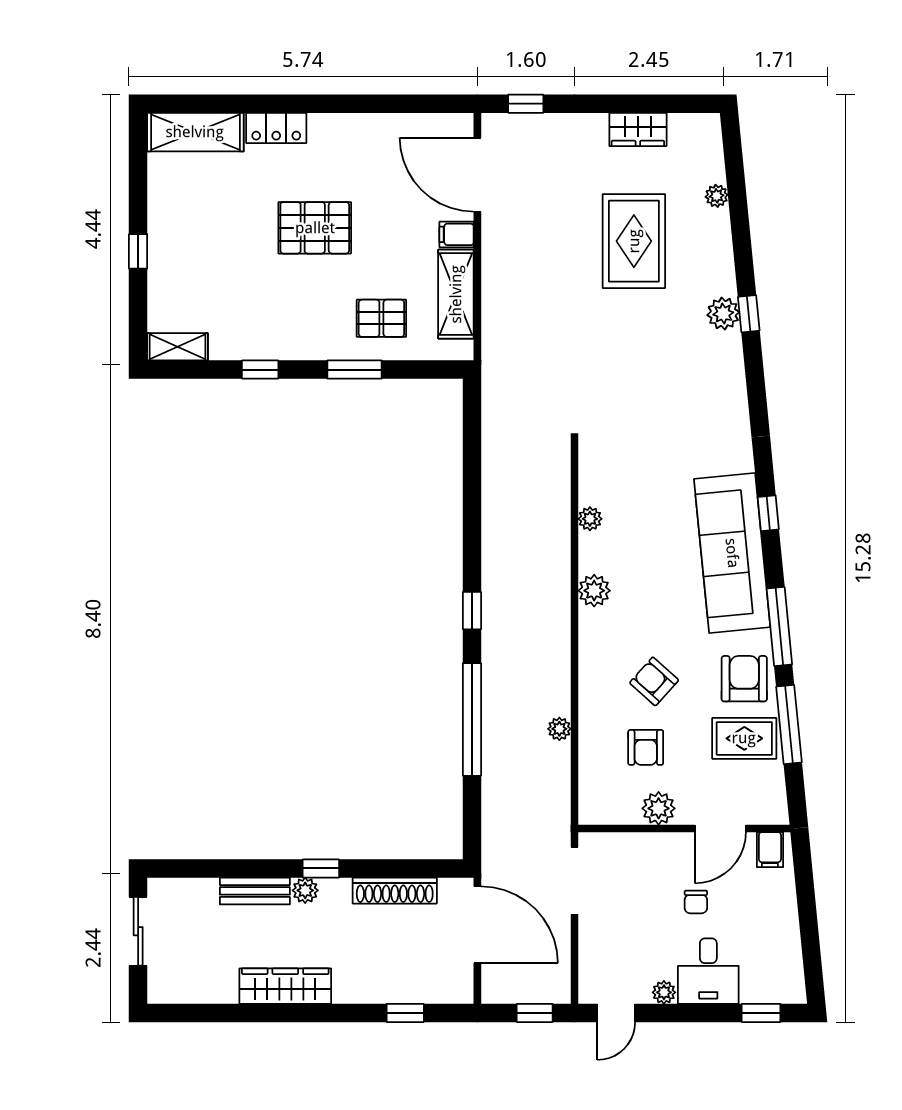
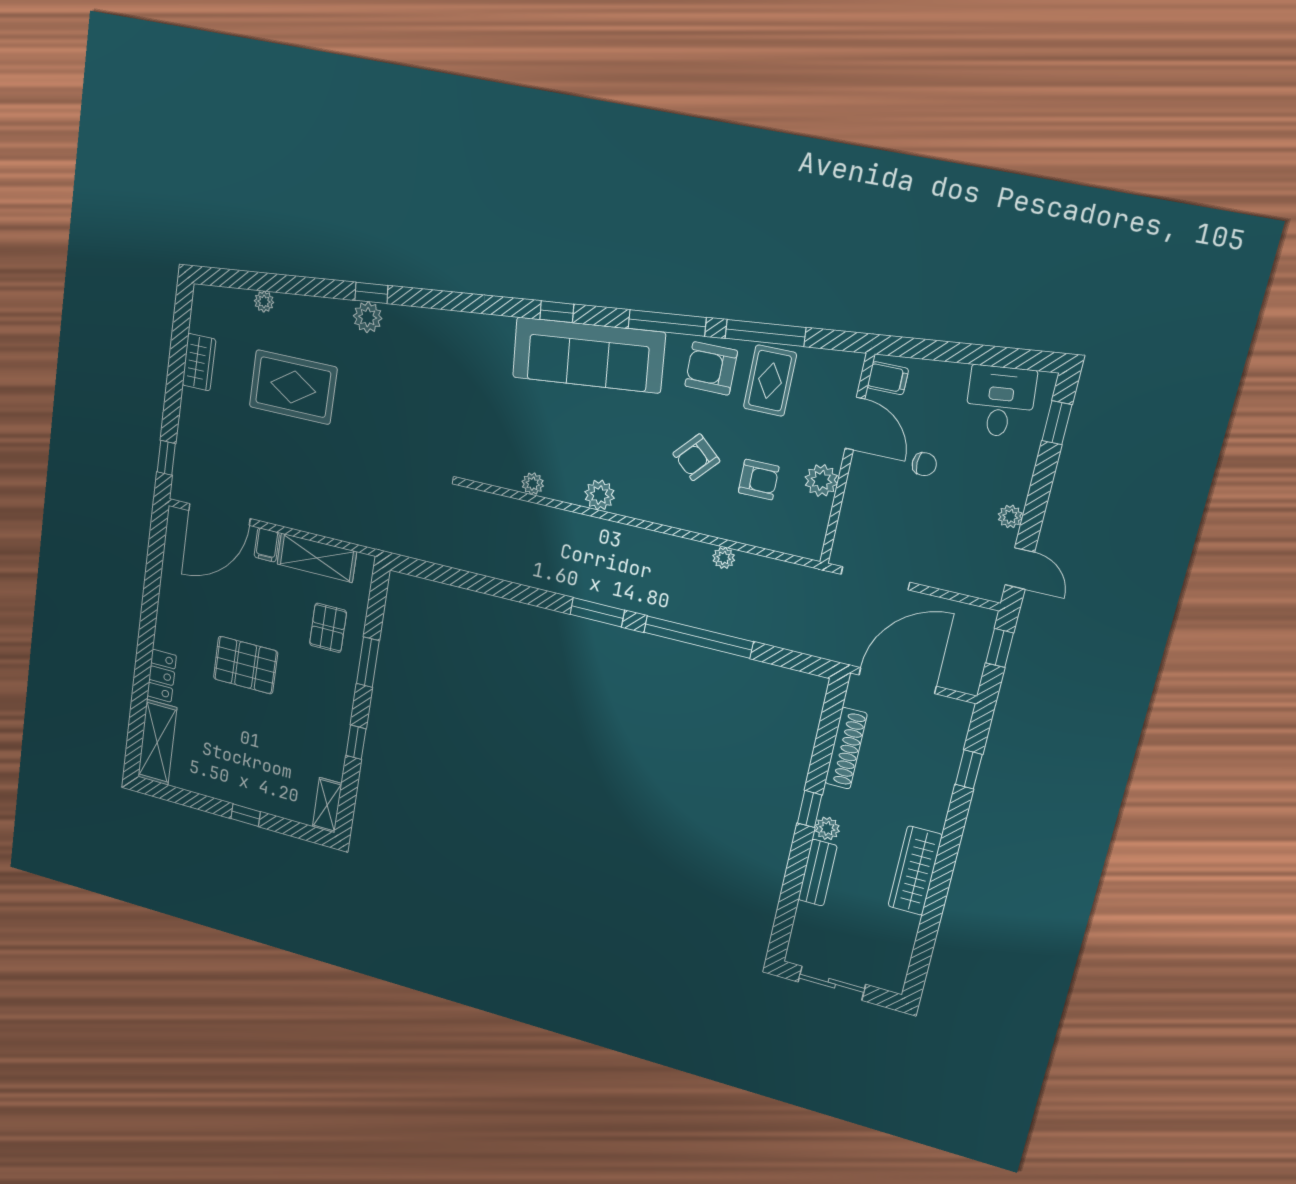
pallet: (315, 228) -> (246, 665), turned 90
window: (472, 611) -> (597, 612), width x1.50
desk: (708, 971) -> (1000, 401), moved, turned -96

